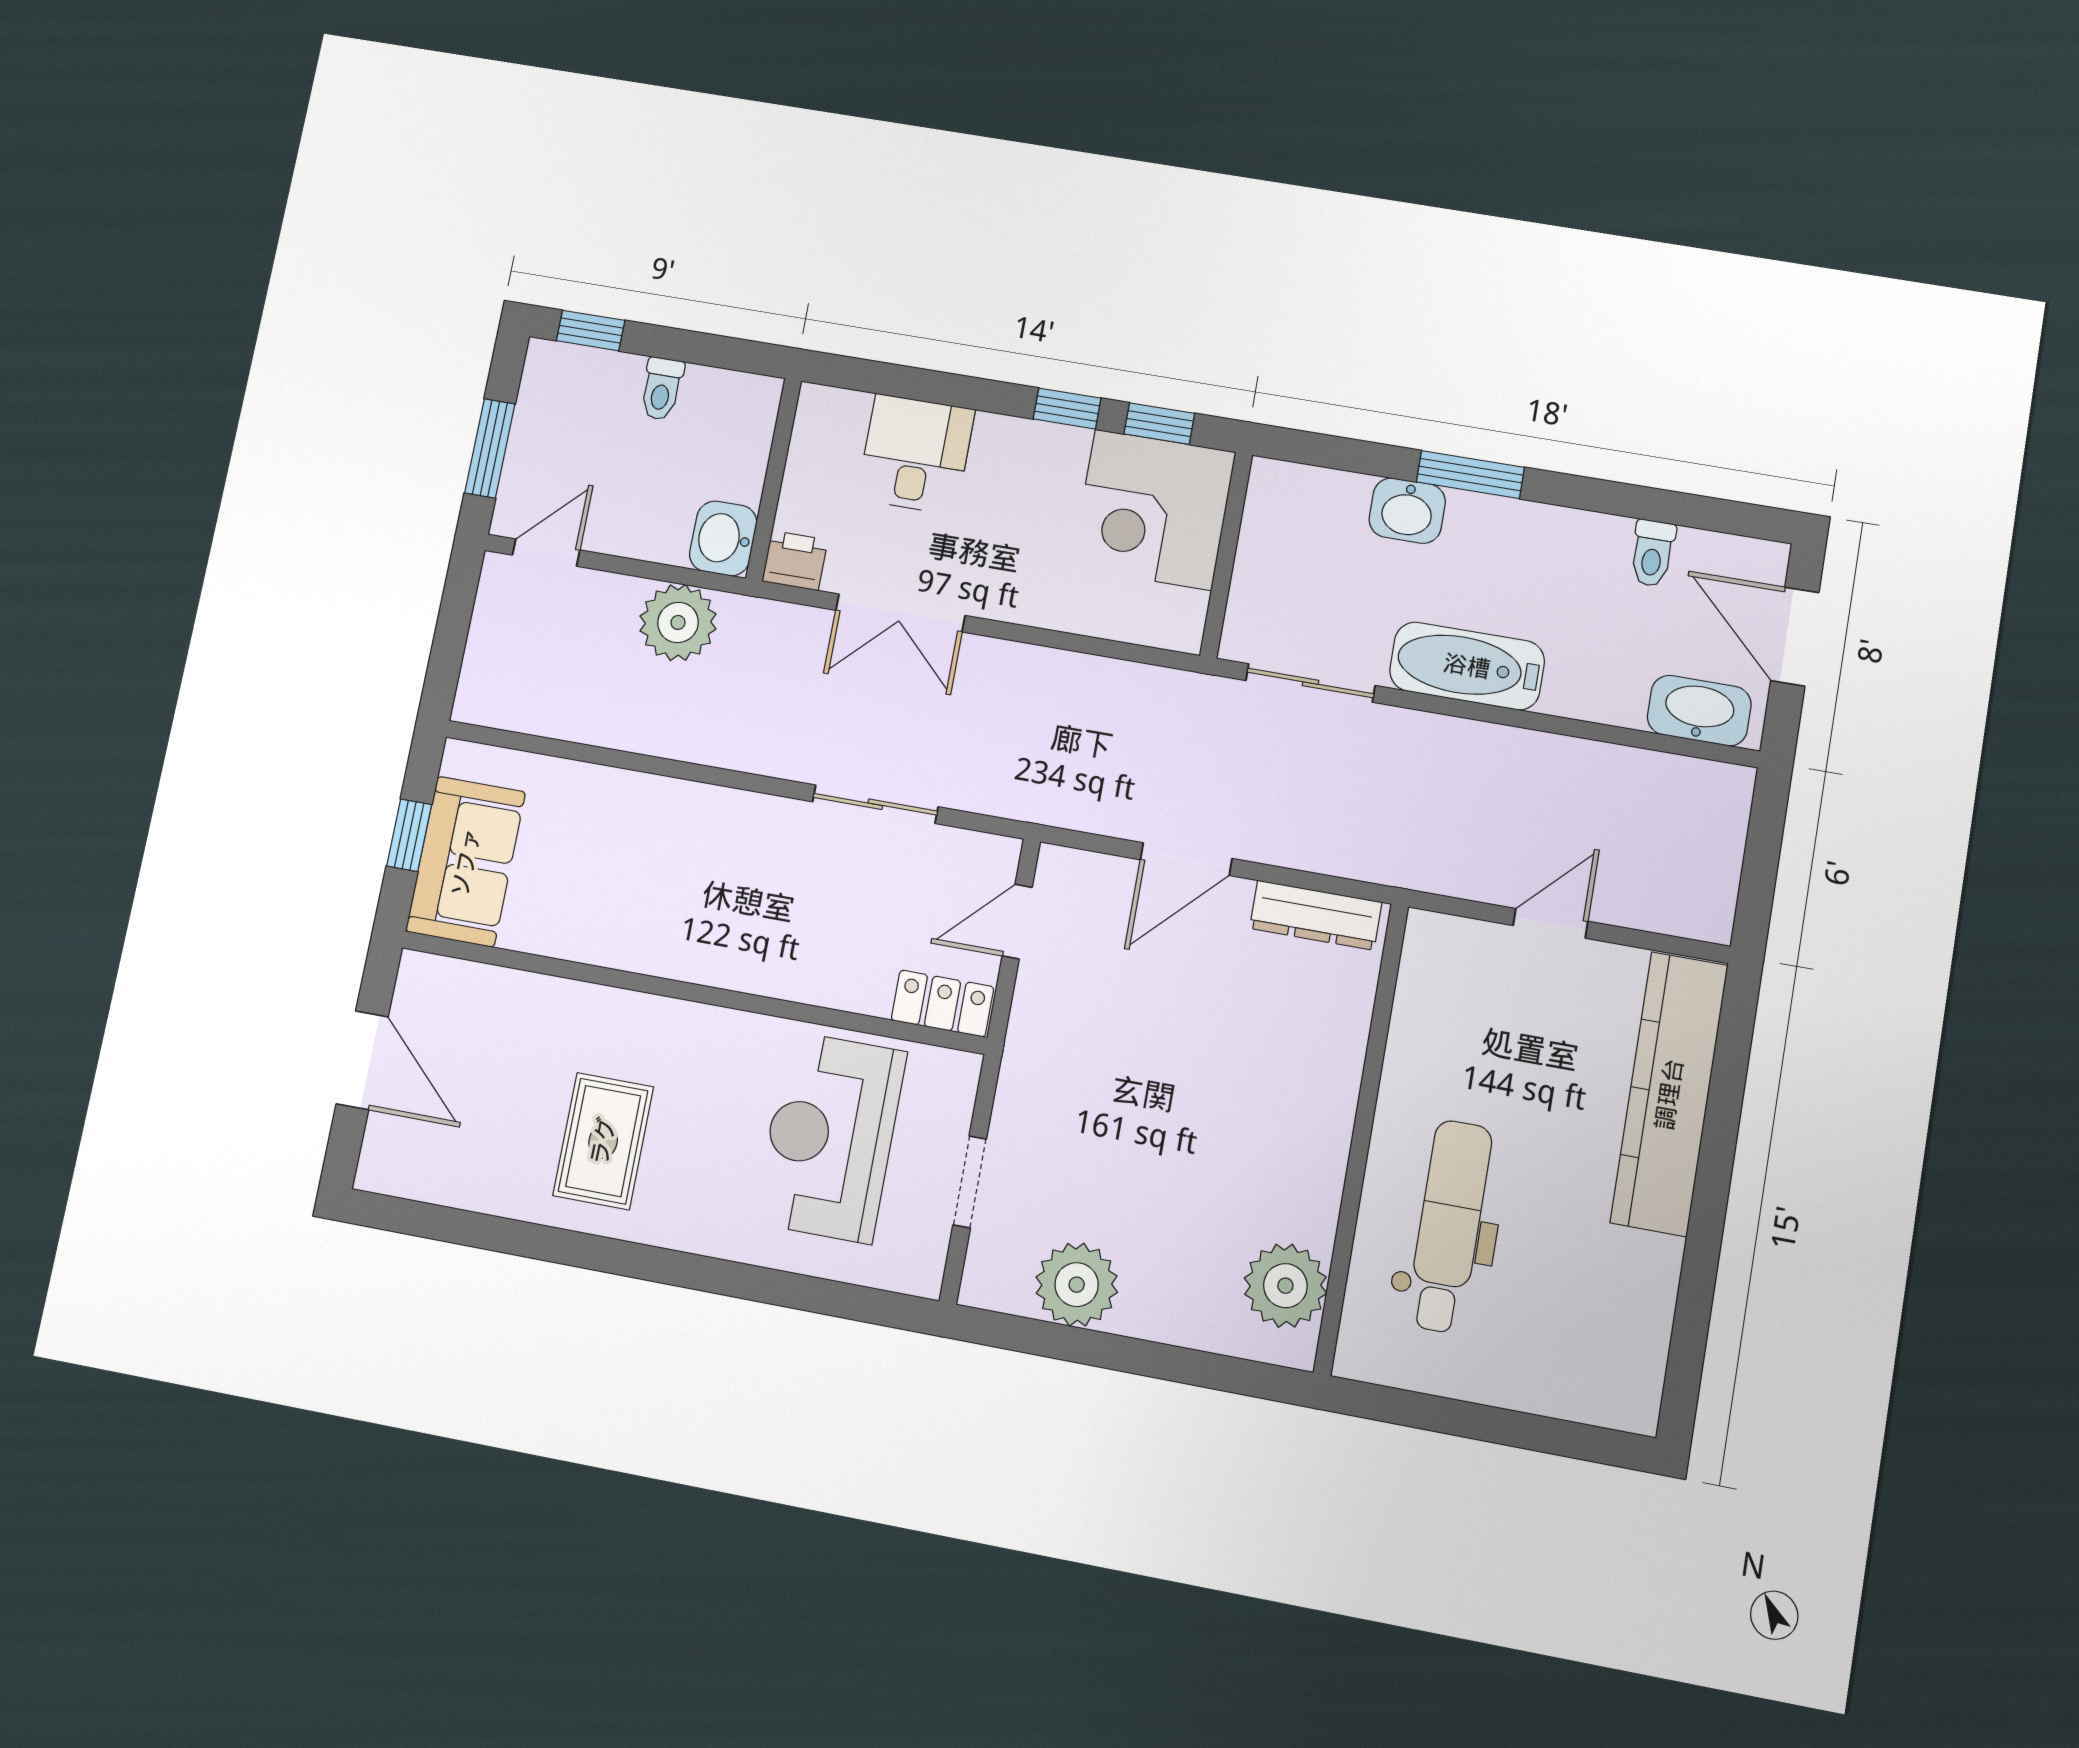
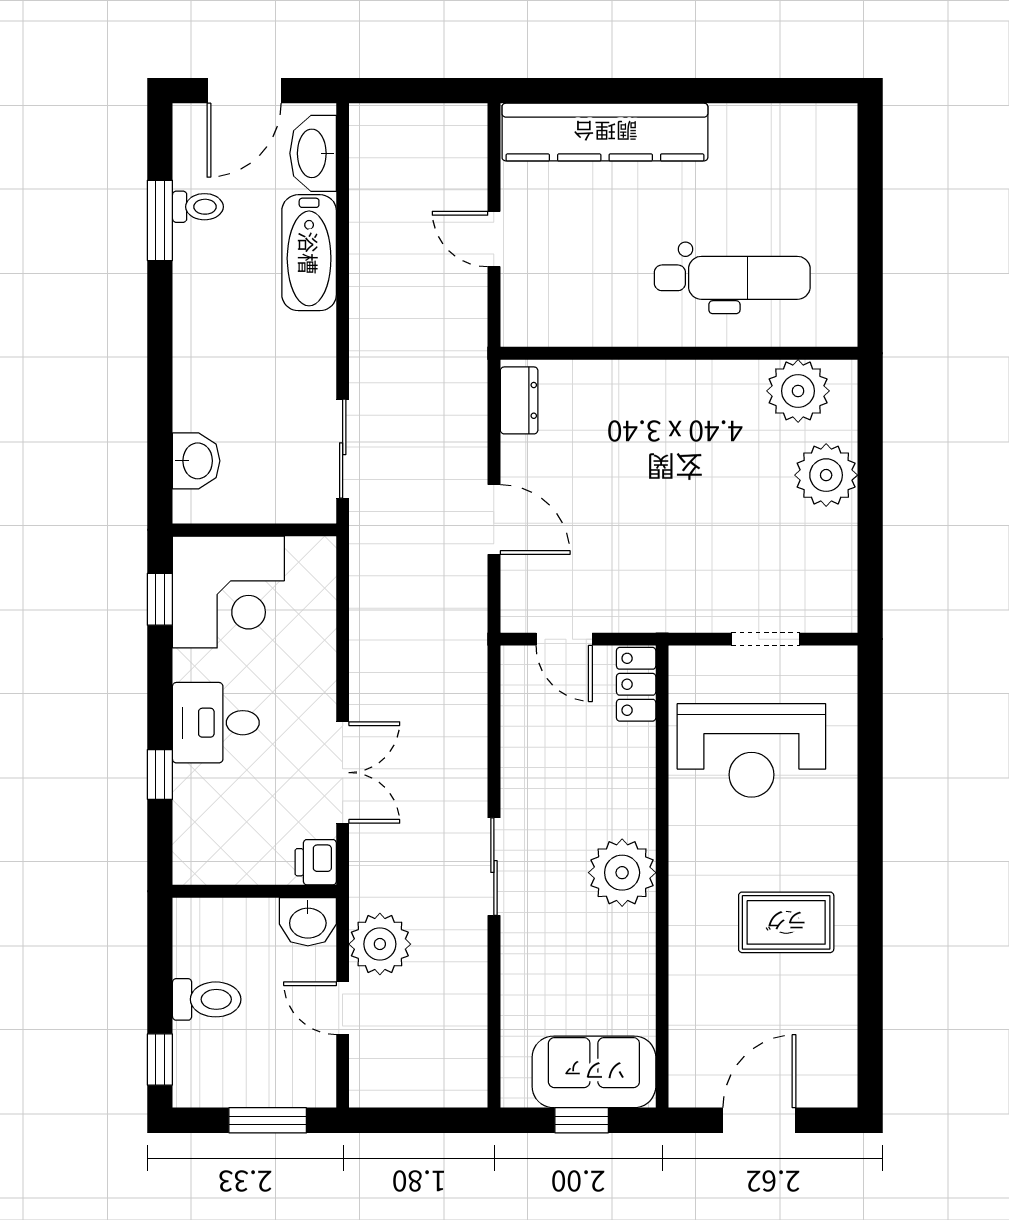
toilet: (662, 389) -> (207, 999), width x1.37, depth x1.39
window: (1067, 409) -> (160, 774), moved
desk: (916, 454) -> (216, 723), moved
window: (1470, 475) -> (160, 220), moved
washbasin: (1407, 511) -> (196, 461), moved
door: (546, 553) -> (343, 1008), moved
bathtub: (1467, 666) -> (309, 253), moved
sliding door: (875, 804) -> (494, 867), moved
dresser: (1316, 915) -> (519, 400), width x0.70
plant: (707, 942) -> (622, 873), added
dental chair: (1449, 1226) -> (732, 278), turned 180
plant: (1077, 1285) -> (826, 475), moved

